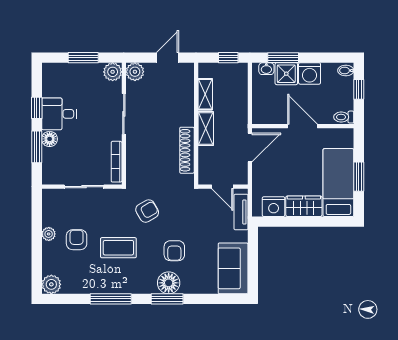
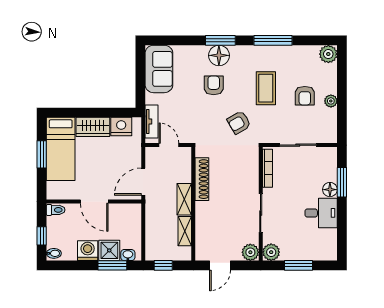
window: (37, 108) -> (342, 219), removed
coffee table: (118, 248) -> (266, 88), turned 90

